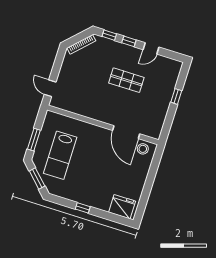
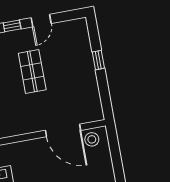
shop shelf: (126, 80) -> (32, 71), turned 90

